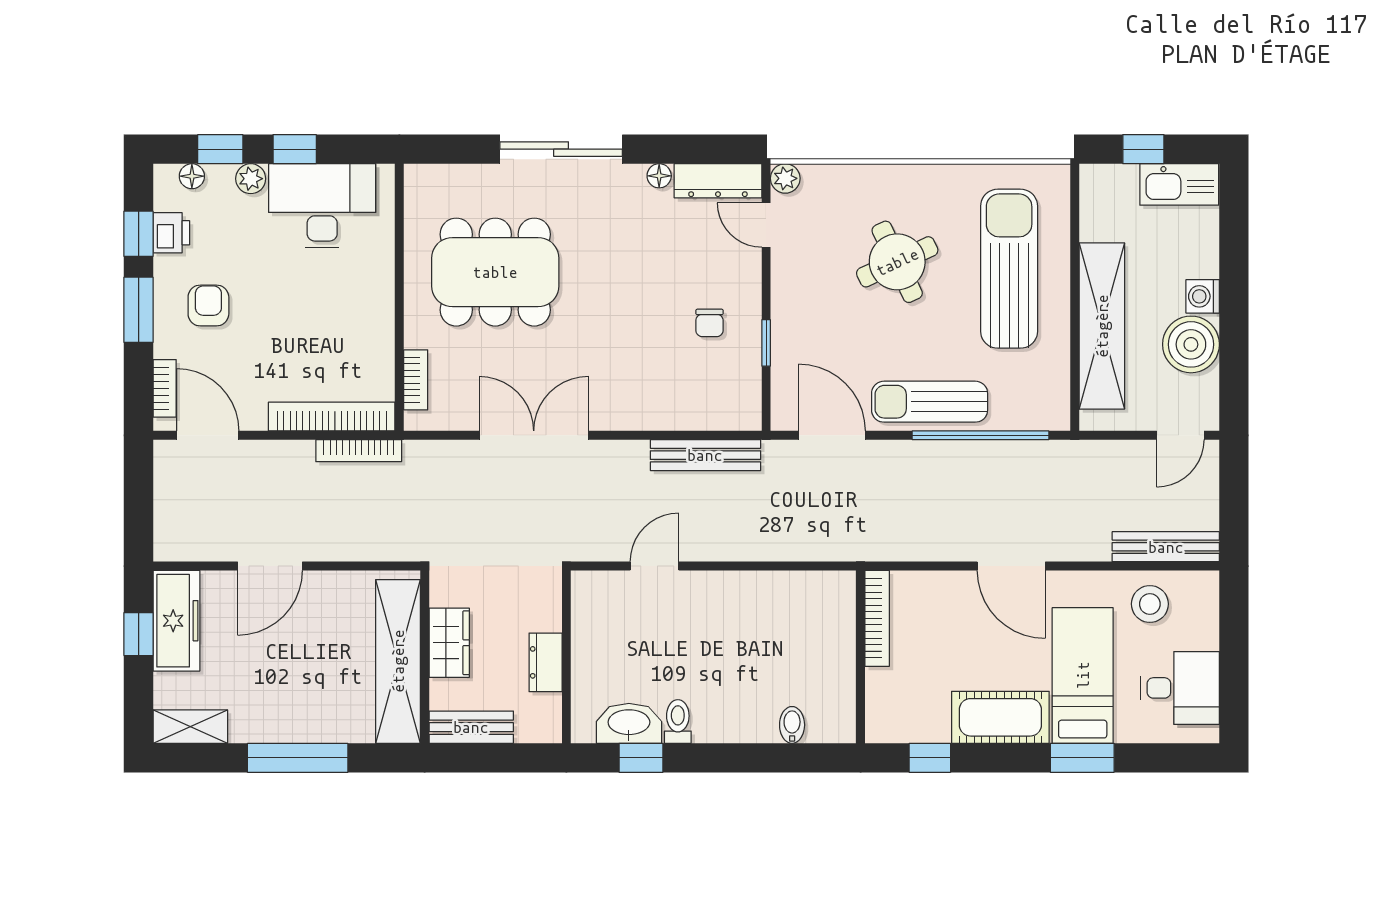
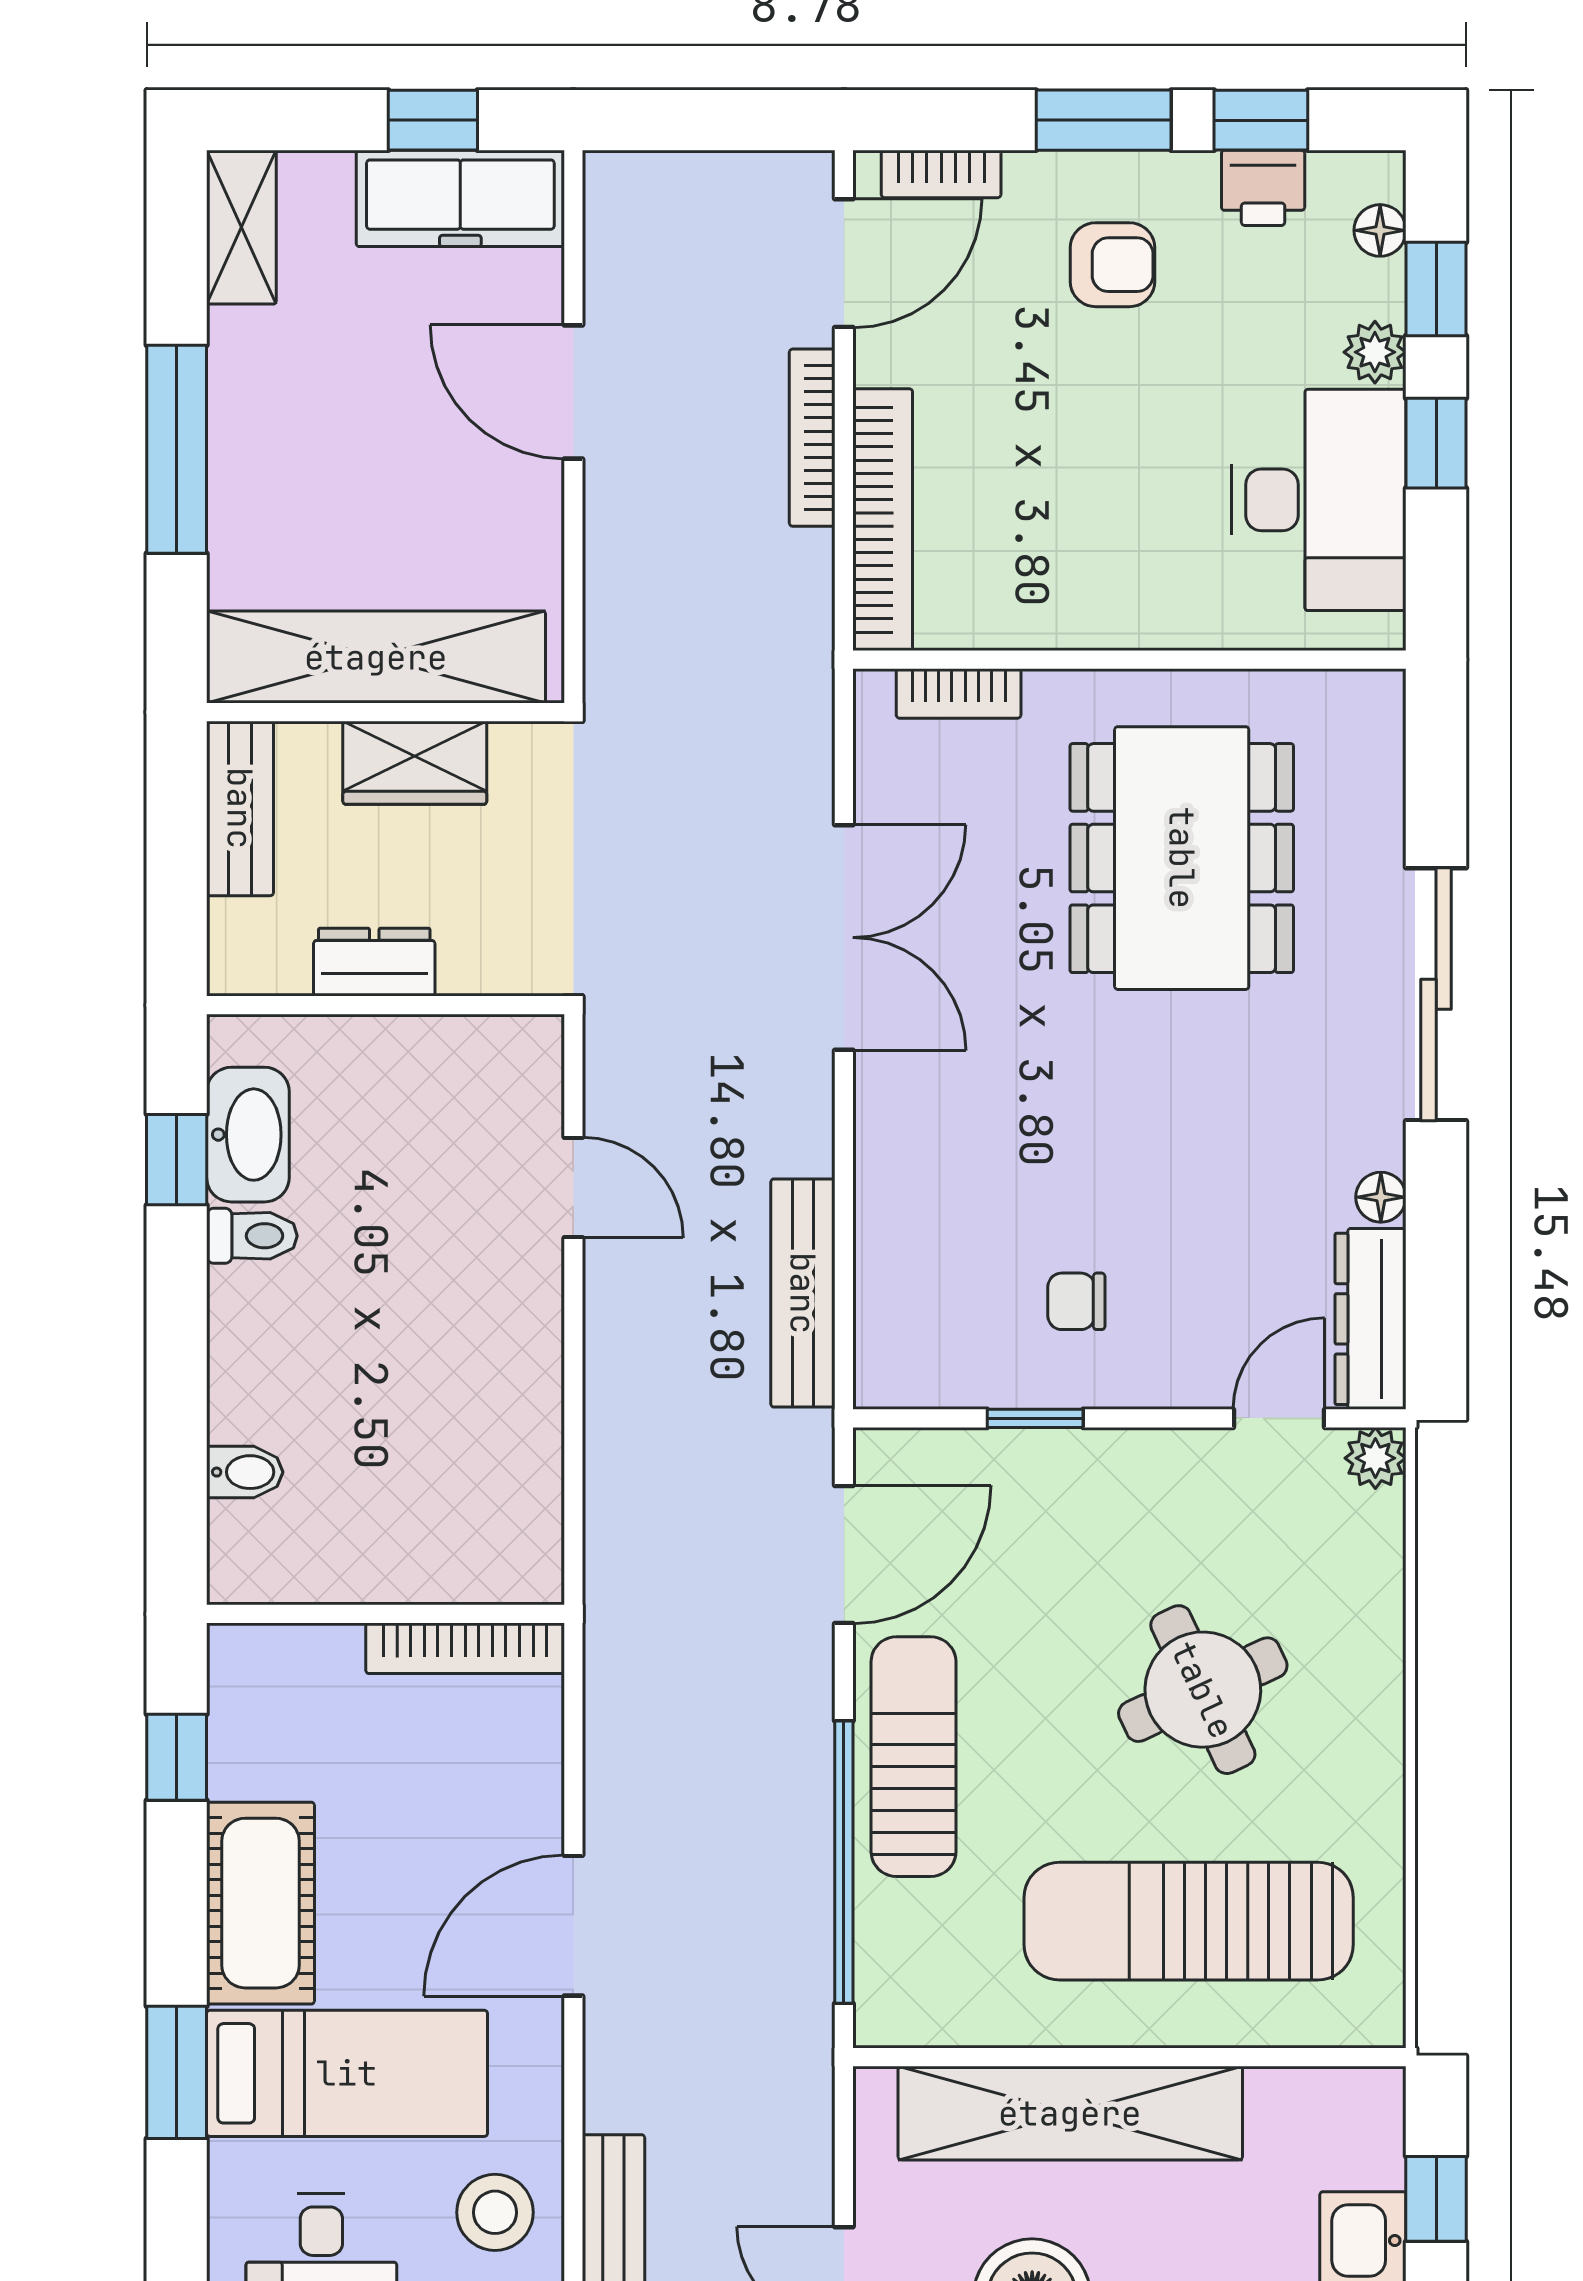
sun lounger: (1009, 269) -> (1189, 1921), turned 180
bookcase: (359, 451) -> (812, 438), moved

